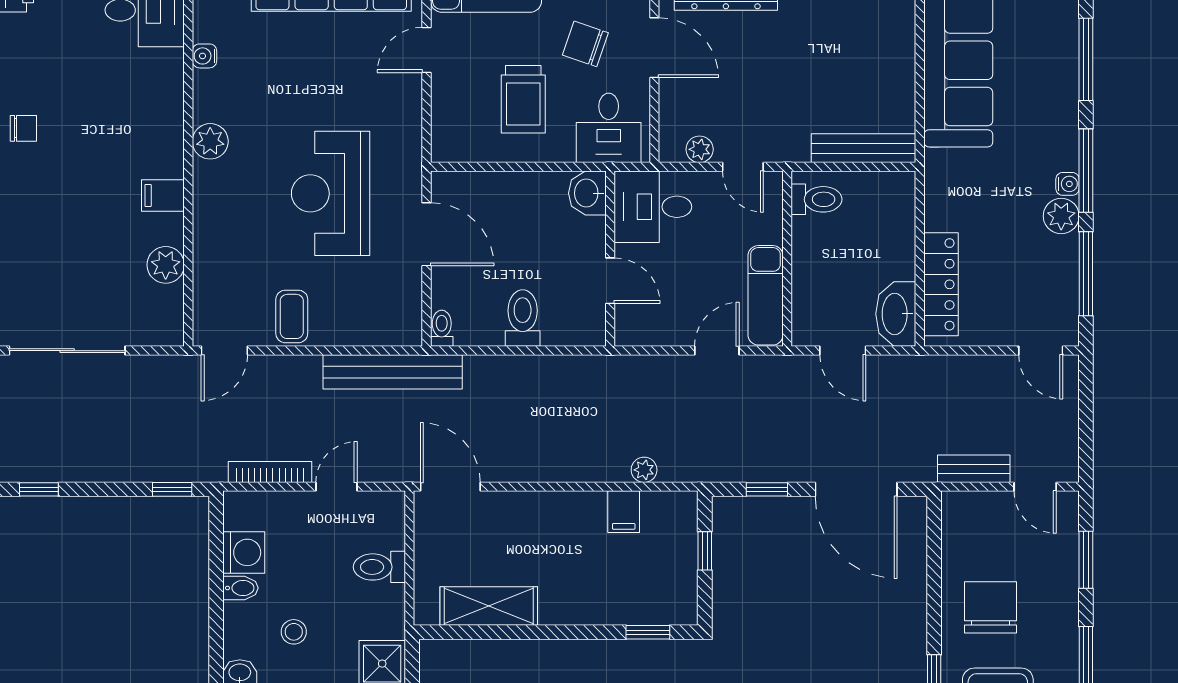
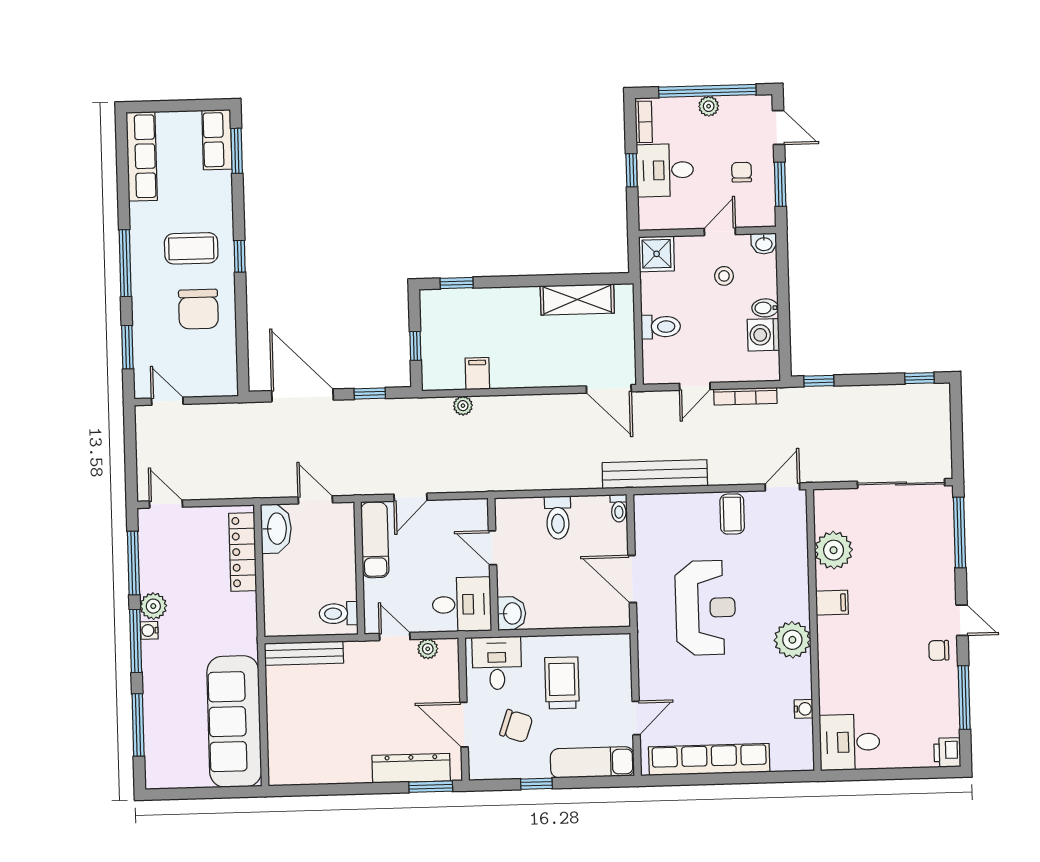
plant: (210, 141) -> (792, 640), width x1.36, depth x1.36
plant: (166, 265) -> (834, 550), width x1.36, depth x1.36
bench: (974, 469) -> (214, 413), removed

